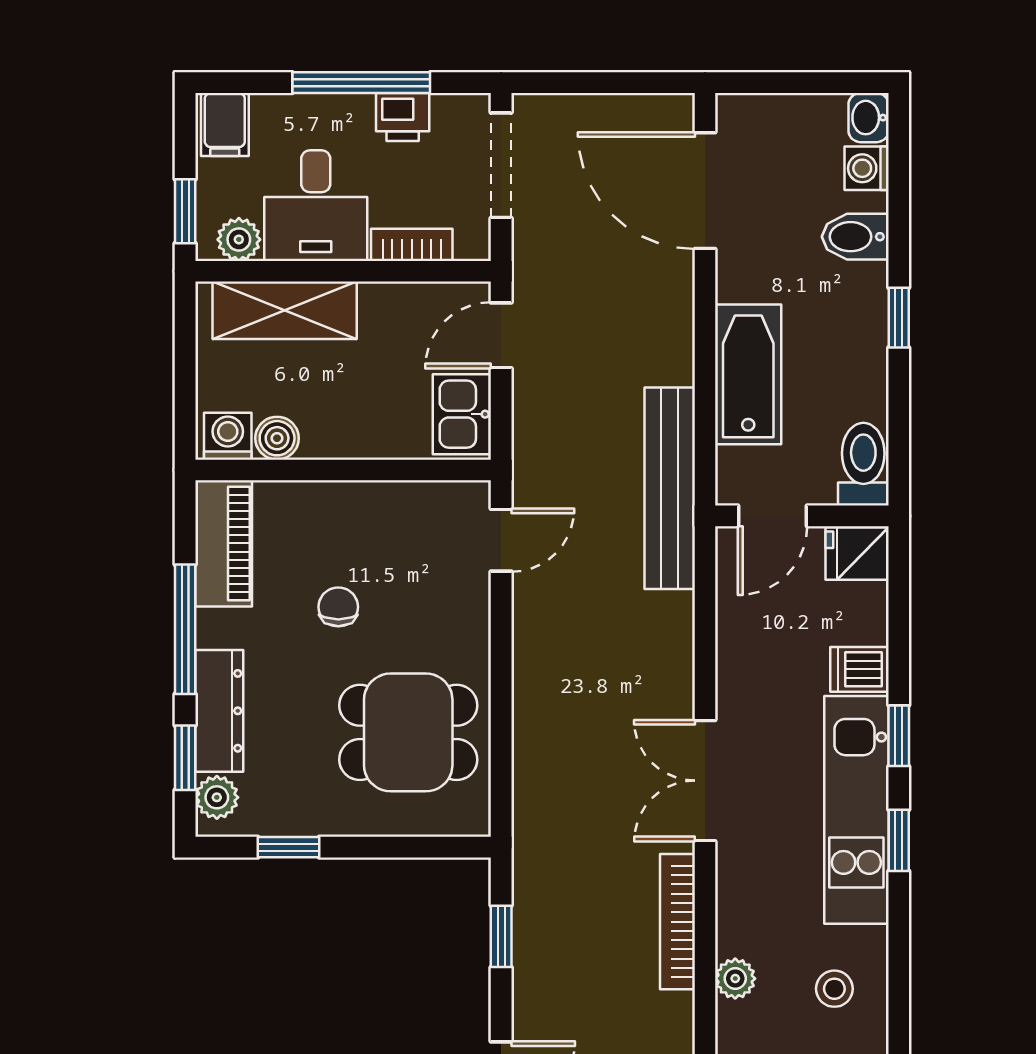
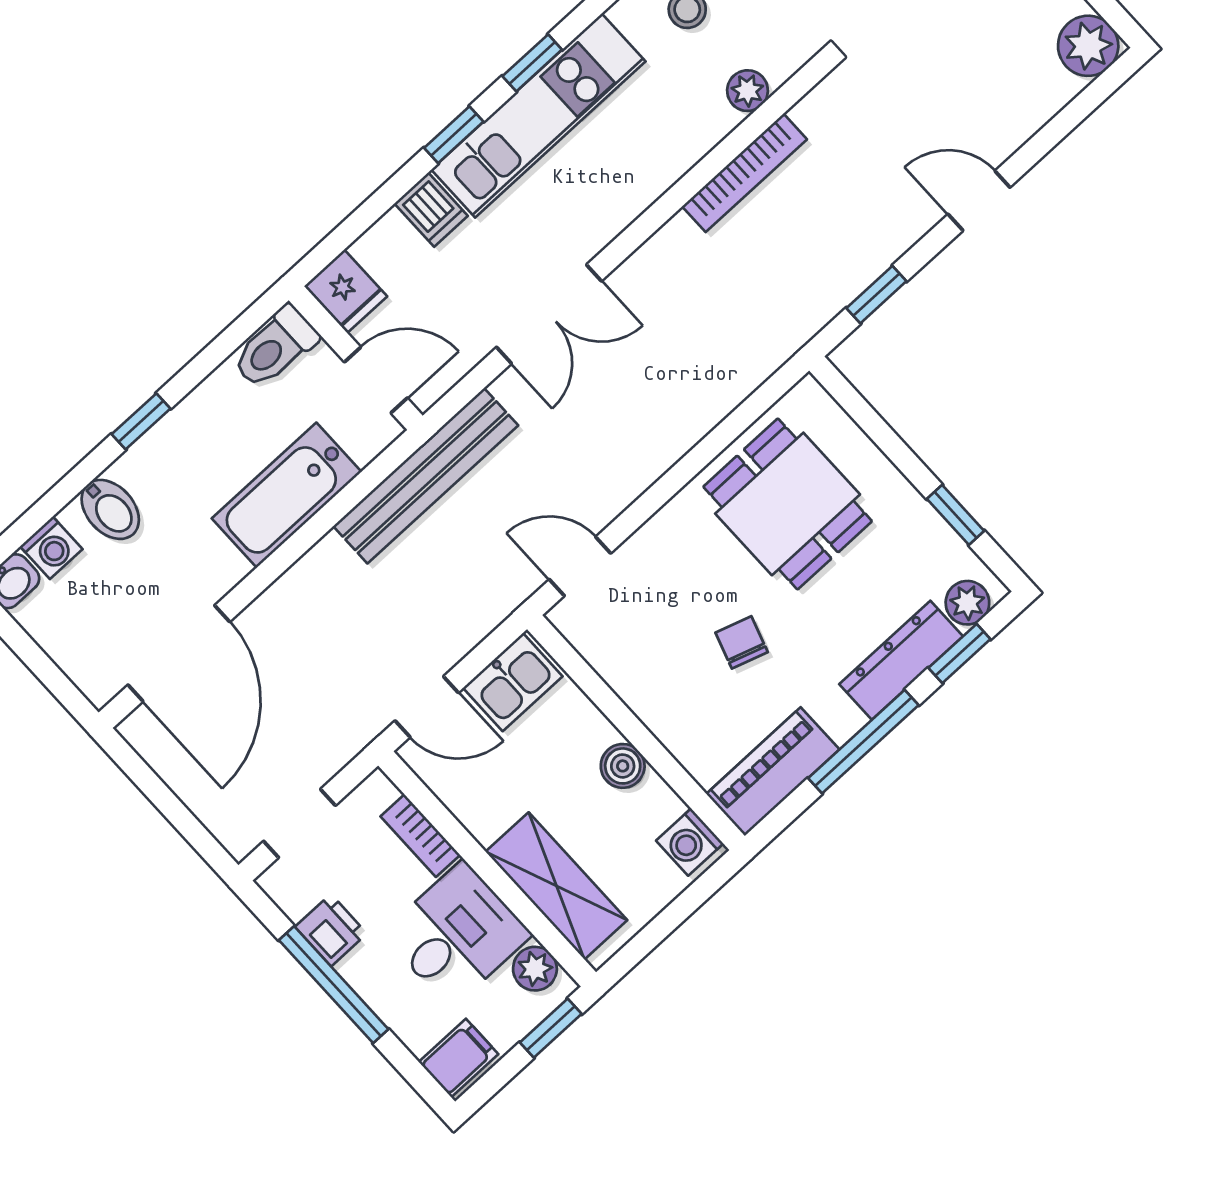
doorway: (501, 165) -> (300, 823), width x0.73
boiler: (277, 438) -> (623, 766), moved
chair: (338, 607) -> (742, 642), turned 108
double door: (705, 781) -> (549, 314), moved

